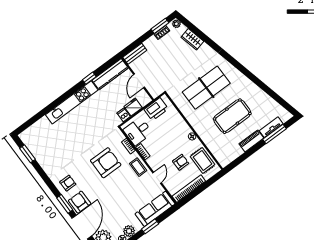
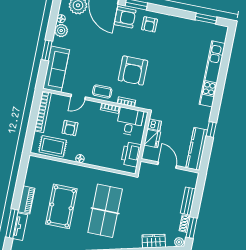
bench: (135, 54) -> (188, 201), moved
kitchen unit: (72, 102) -> (212, 74), moved
door: (157, 178) -> (78, 97), hinge flipped

